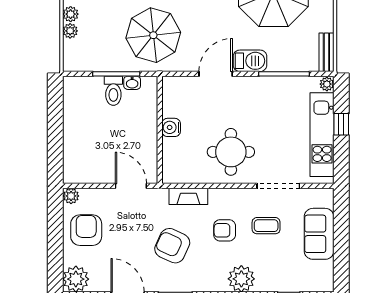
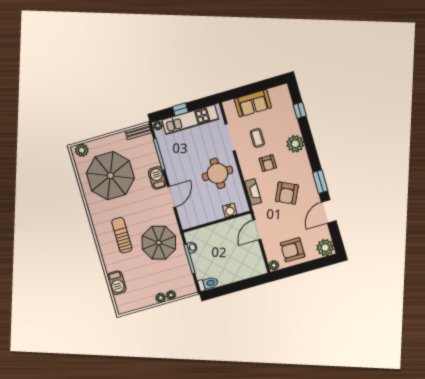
door: (216, 74) -> (172, 197), swing flipped
toilet: (113, 91) -> (208, 284), moved
water cooler: (171, 127) -> (230, 210), moved

